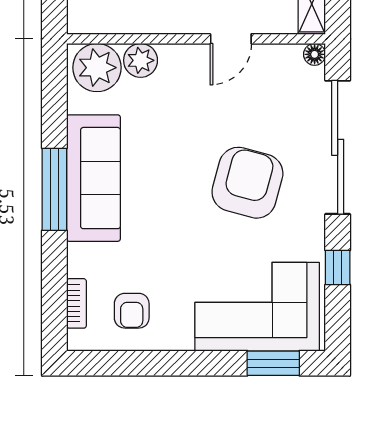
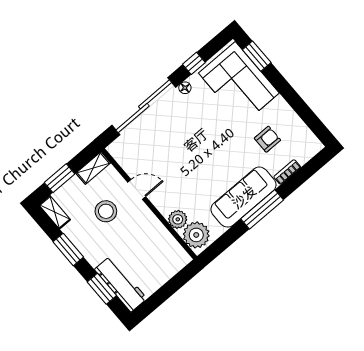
floor lamp: (315, 54) -> (185, 88), moved
armchair: (247, 183) -> (191, 131), removed
bookcase: (76, 303) -> (287, 172), moved
armchair: (132, 311) -> (267, 139), moved

